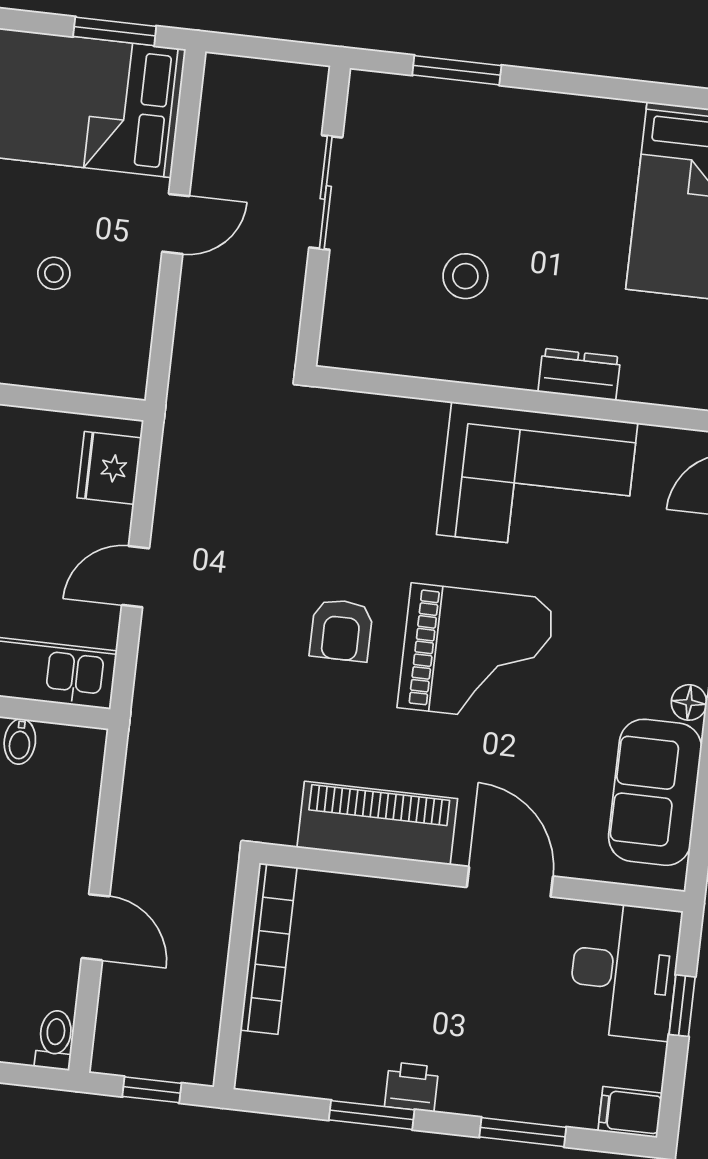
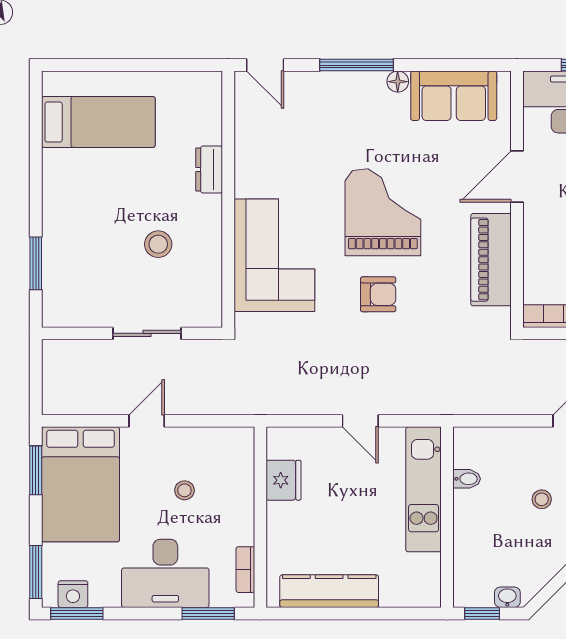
sliding door: (326, 193) -> (147, 333), moved
door: (176, 224) -> (147, 421), hinge flipped
fridge: (109, 468) -> (284, 480), moved, turned -90
corner sofa: (537, 479) -> (274, 255), moved

